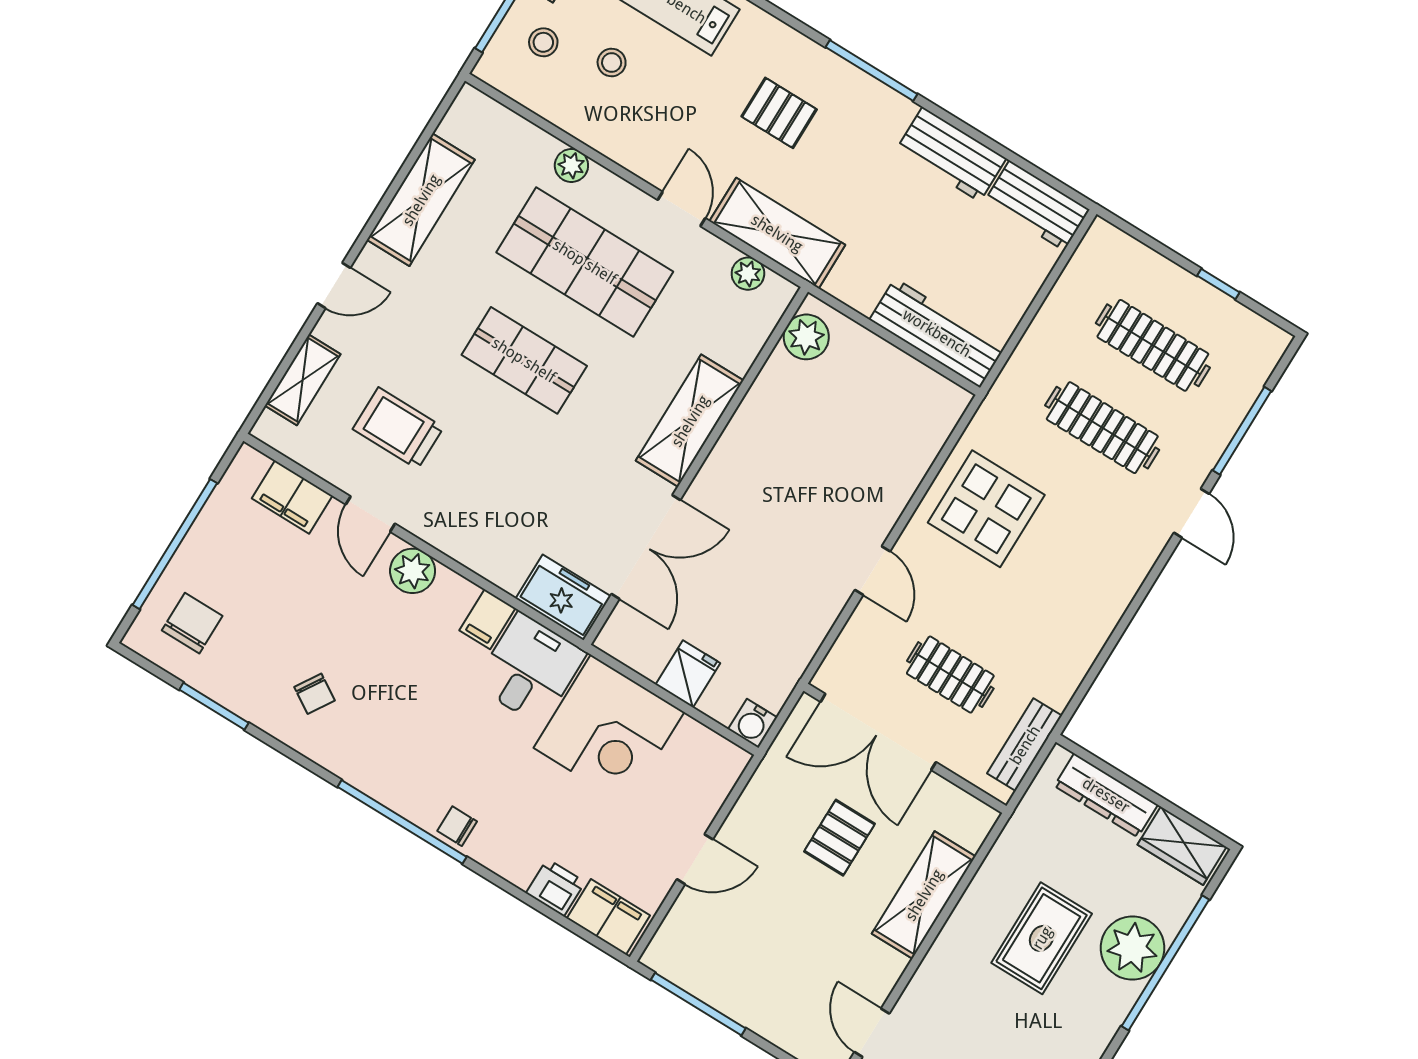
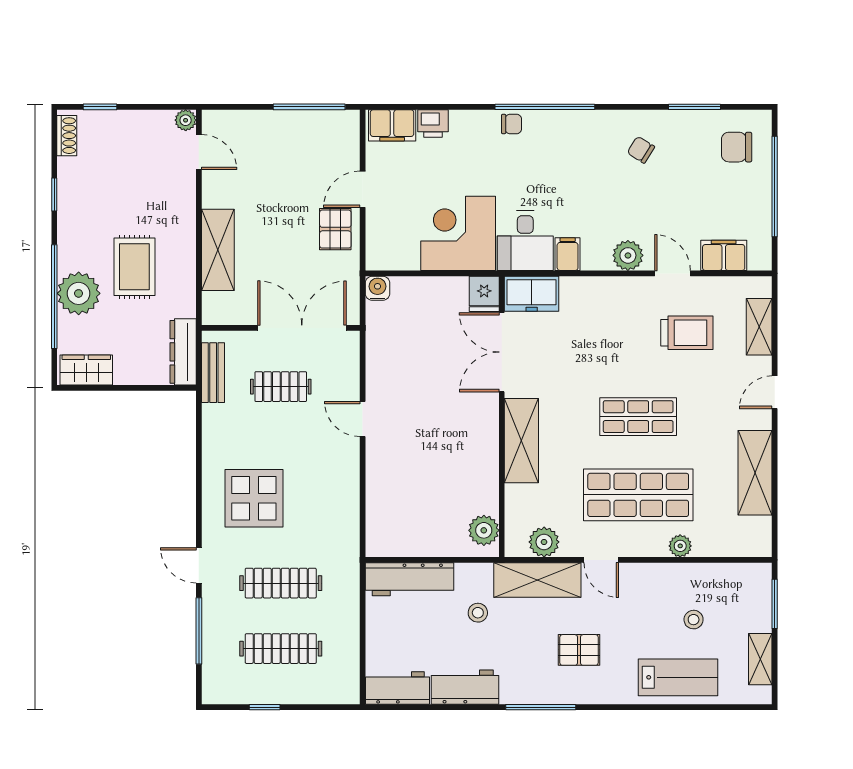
stool: (543, 42) -> (478, 613), moved
plant: (748, 274) -> (544, 542), width x1.38, depth x1.38
display table: (986, 509) -> (254, 498), moved
chair: (192, 623) -> (737, 147), turned 90
fridge: (688, 674) -> (484, 294), moved
dresser: (1106, 795) -> (183, 352), moved, turned -90
pallet: (839, 838) -> (335, 229), moved

